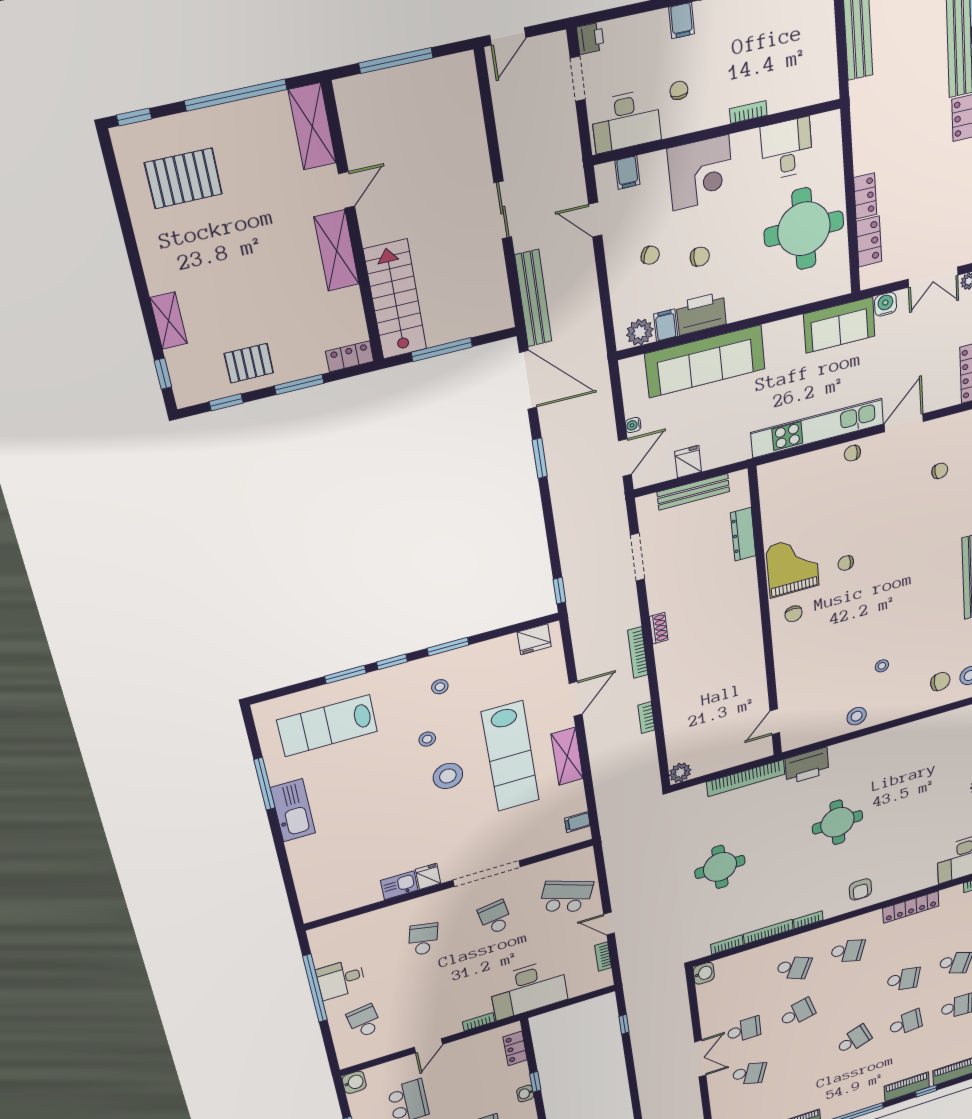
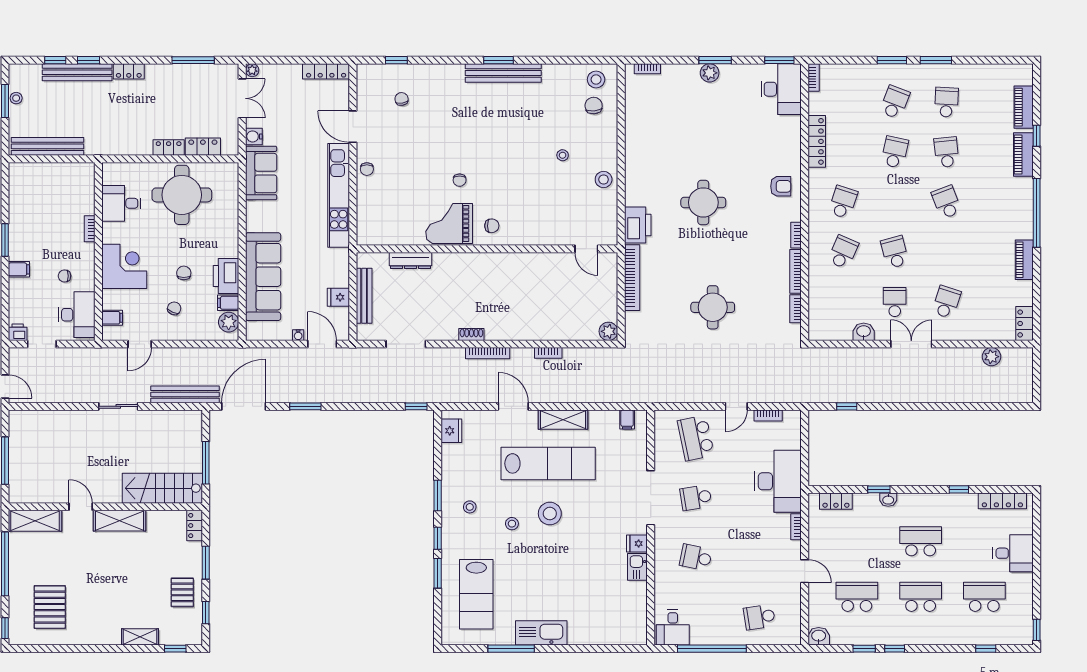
school desk: (566, 896) -> (696, 438), turned -33
washbasin: (704, 973) -> (864, 332), moved
desk: (341, 979) -> (673, 627), moved

